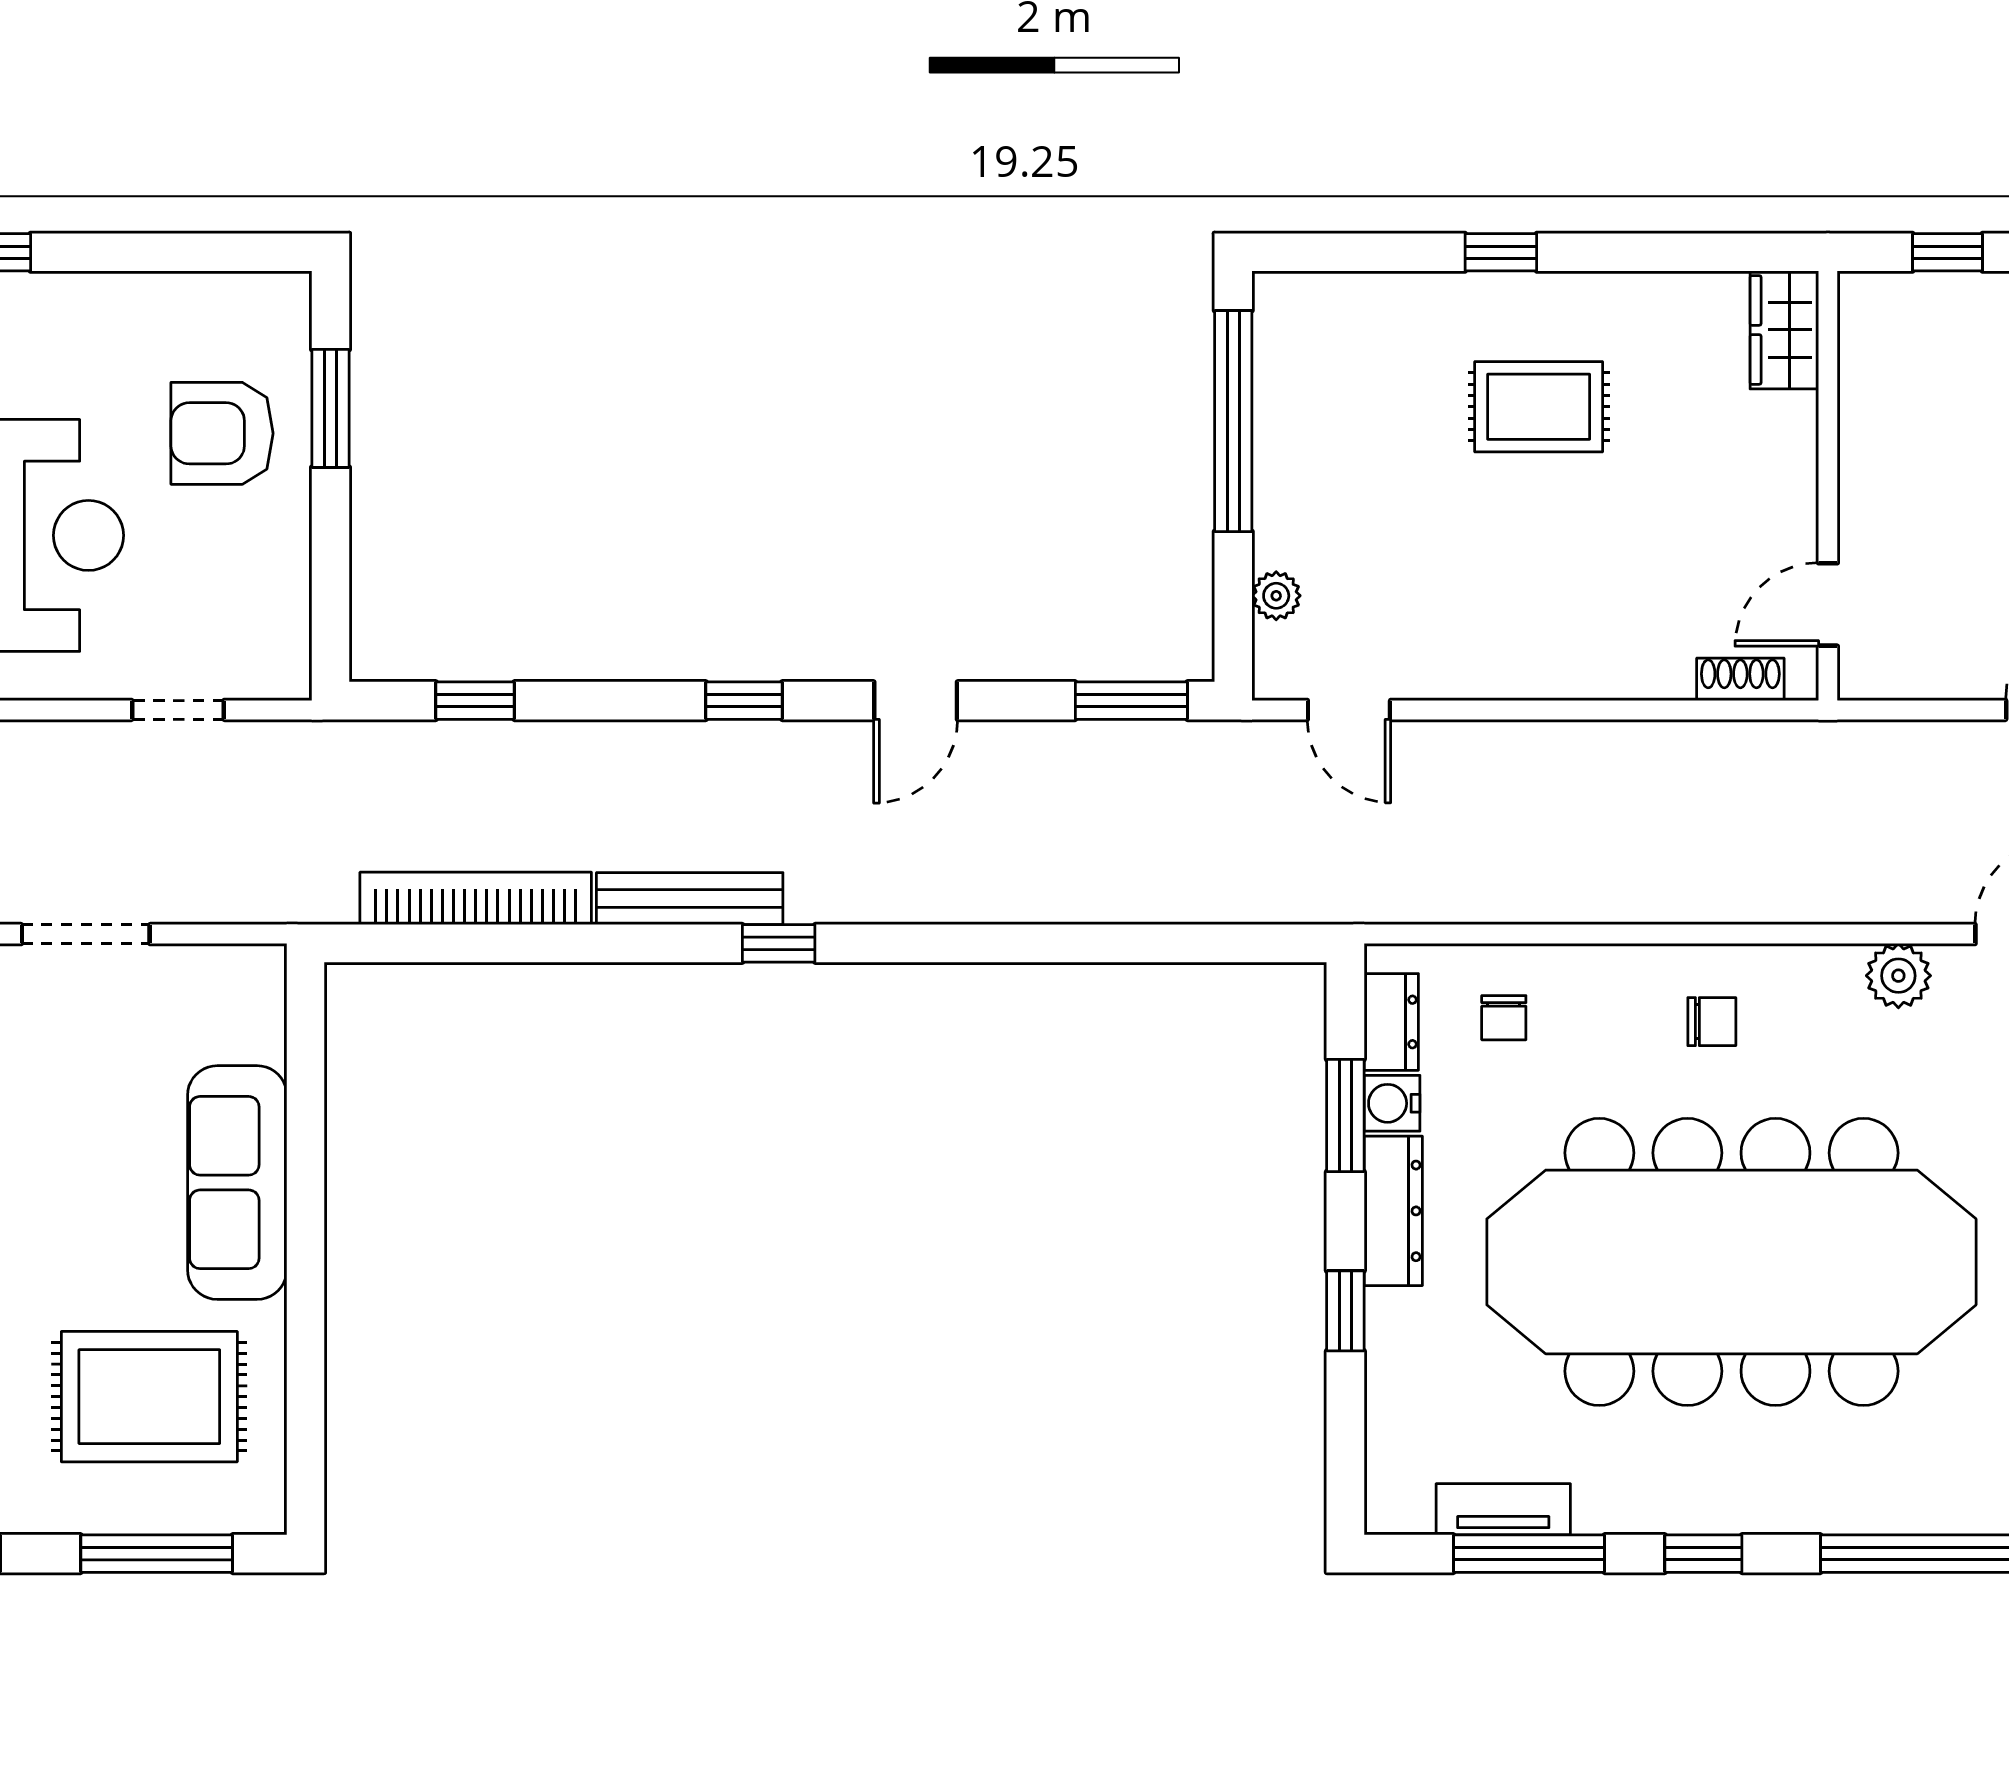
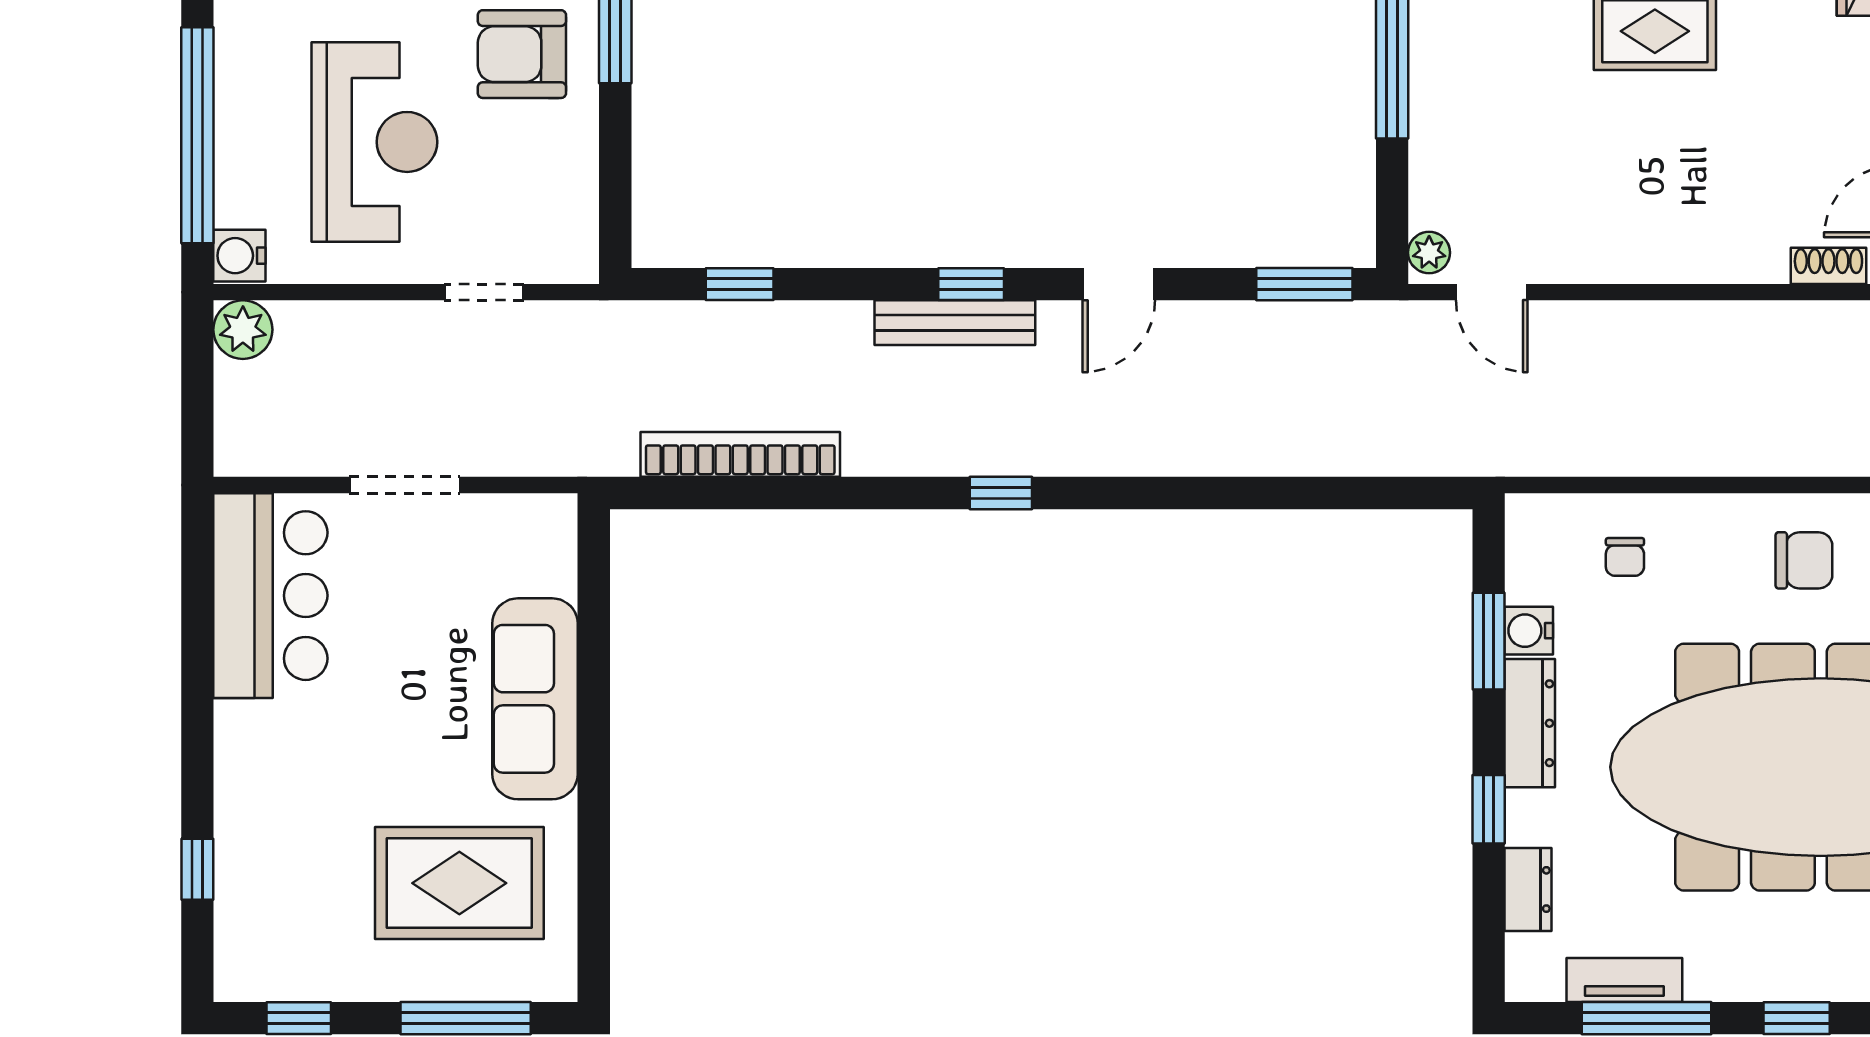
plant: (1276, 596) -> (1429, 253), moved
bench: (690, 899) -> (955, 323), moved
dresser: (1391, 1022) -> (1528, 889), moved
chair: (1712, 1022) -> (1804, 560), width x1.37, depth x1.37

